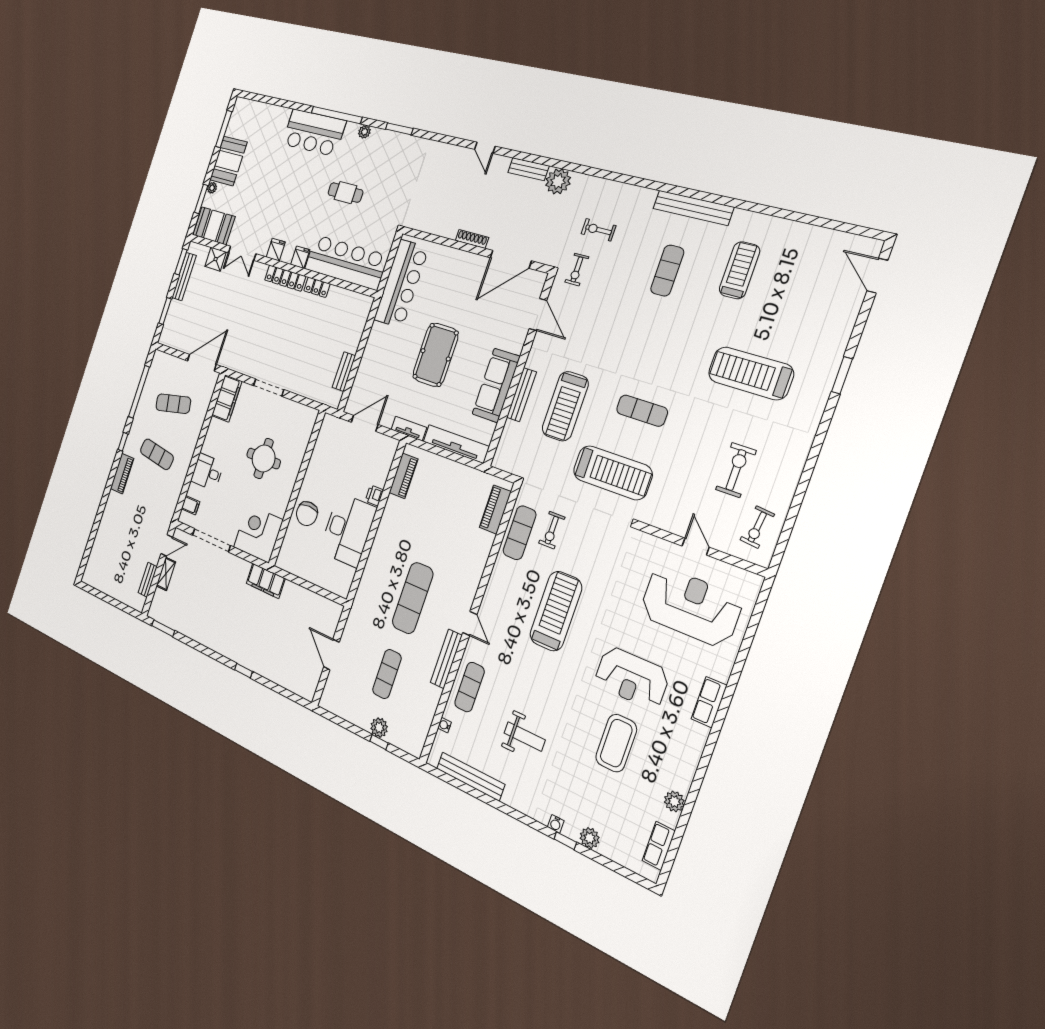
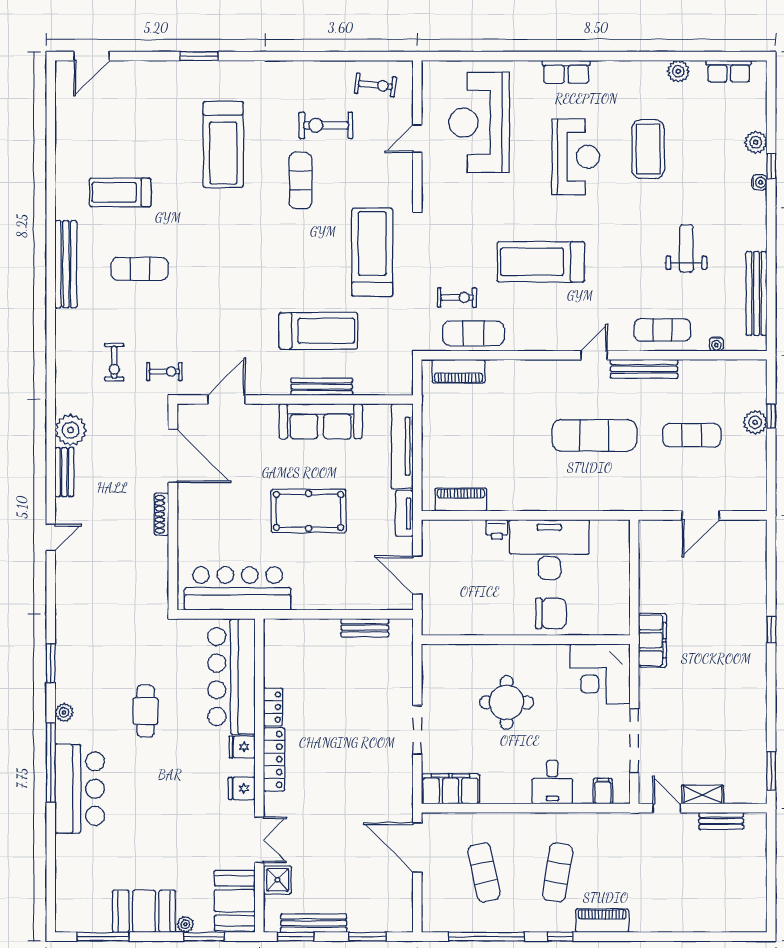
exercise mat: (642, 411) -> (300, 180), moved
coffee table: (616, 743) -> (648, 149), turned 90

